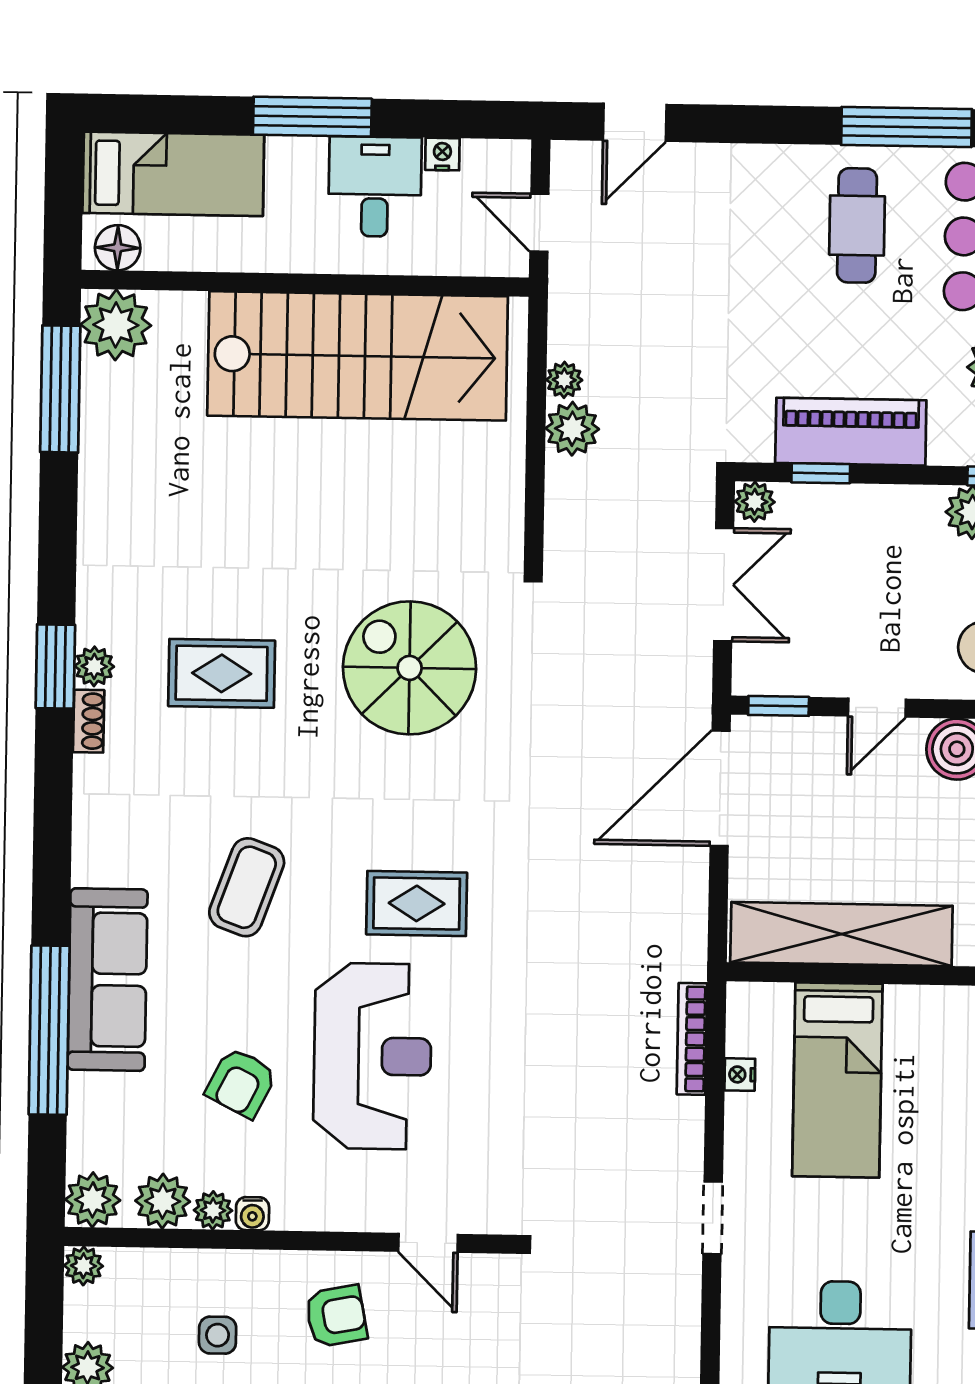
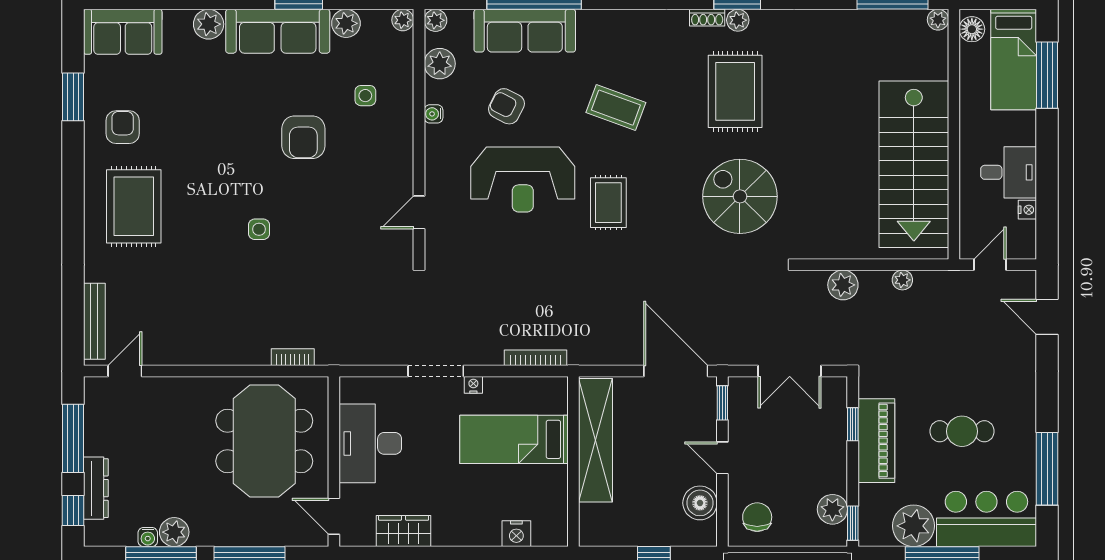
window: (312, 117) -> (1047, 75), moved
cafe table: (857, 225) -> (962, 431), moved
plant: (116, 325) -> (938, 20), width x0.53, depth x0.53
plant: (572, 429) -> (843, 285), moved
plant: (755, 502) -> (836, 388), removed
spiral stairs: (410, 668) -> (740, 196), turned -90
rug: (222, 673) -> (735, 91), width x1.36, depth x1.43
sofa: (108, 980) -> (525, 31), moved
nightstand: (740, 1075) -> (473, 385), moved
plant: (93, 1200) -> (436, 20), width x0.73, depth x0.73
plant: (213, 1210) -> (435, 92), removed
doorway: (713, 1218) -> (436, 371), width x1.38
armchair: (336, 1316) -> (377, 162), removed

